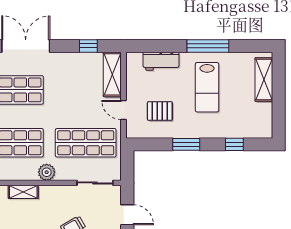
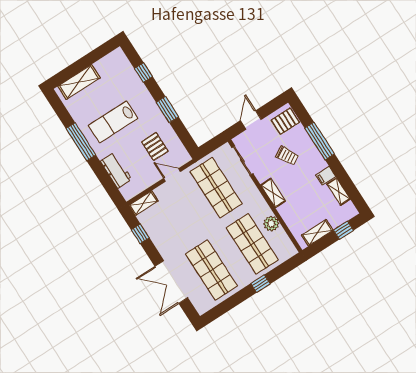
shelving: (112, 74) -> (143, 203), width x0.67, depth x0.75
lab bench: (207, 87) -> (113, 122), turned 180
door: (124, 110) -> (172, 175), swing flipped
plant: (47, 172) -> (271, 224), moved
shelving: (23, 192) -> (273, 193), moved

